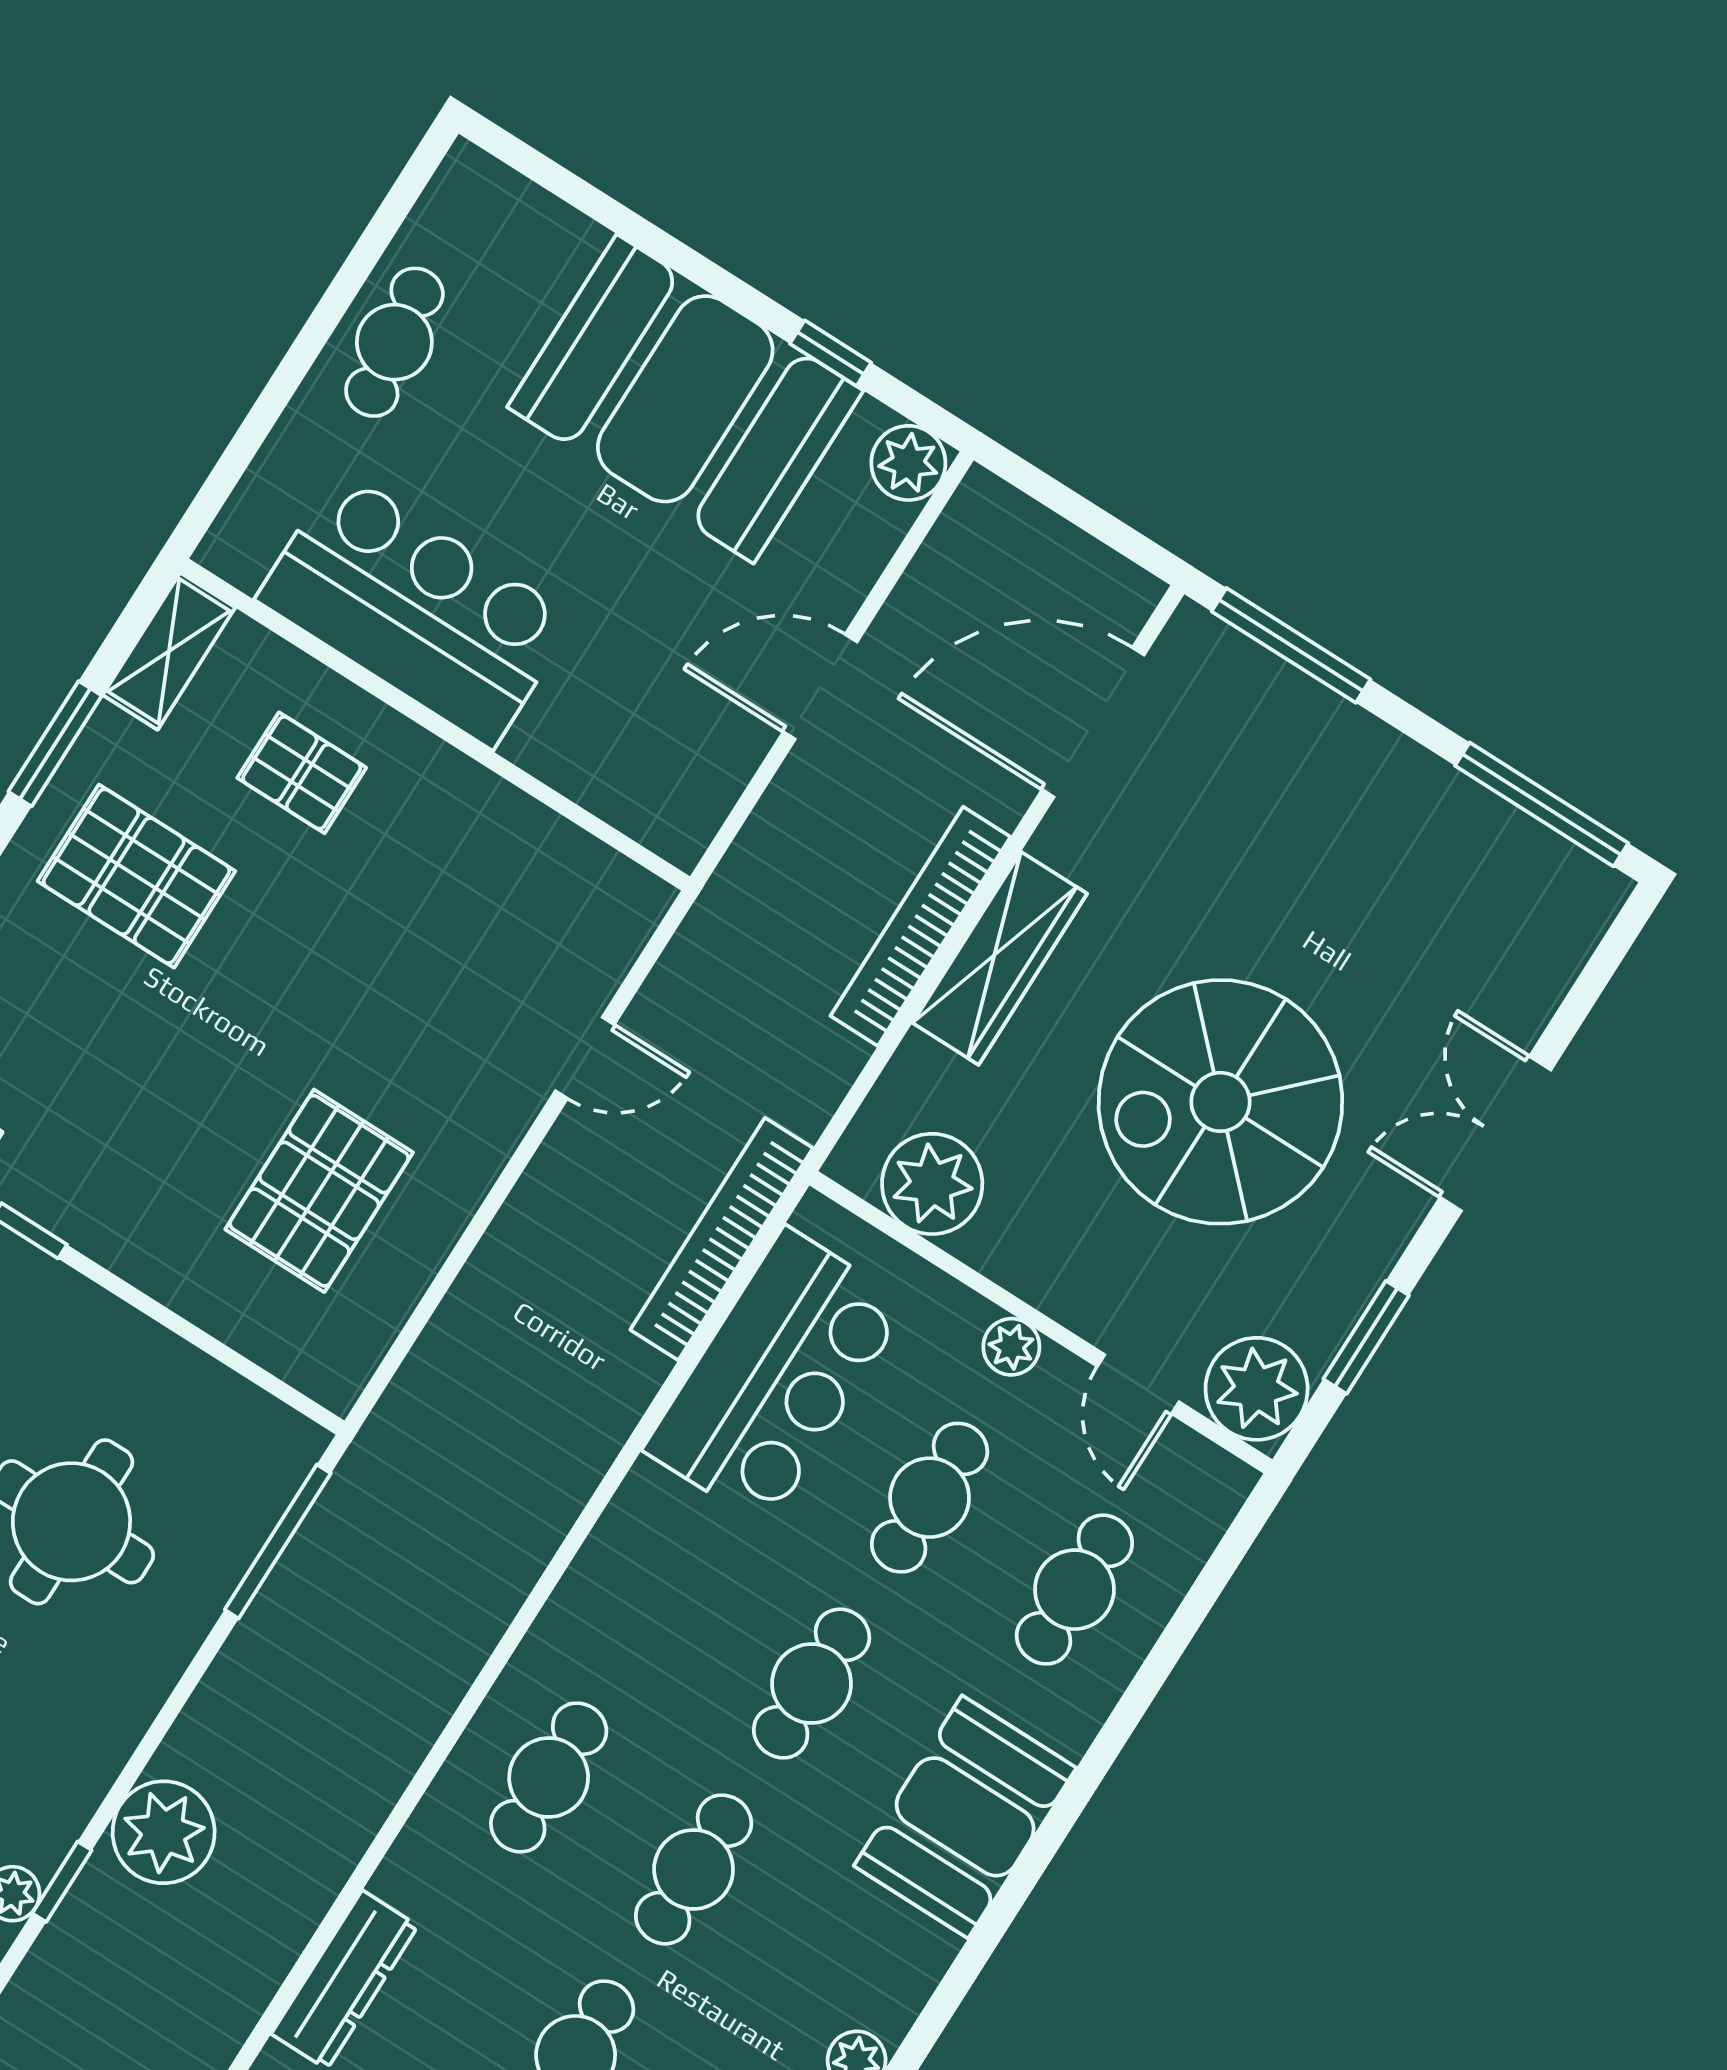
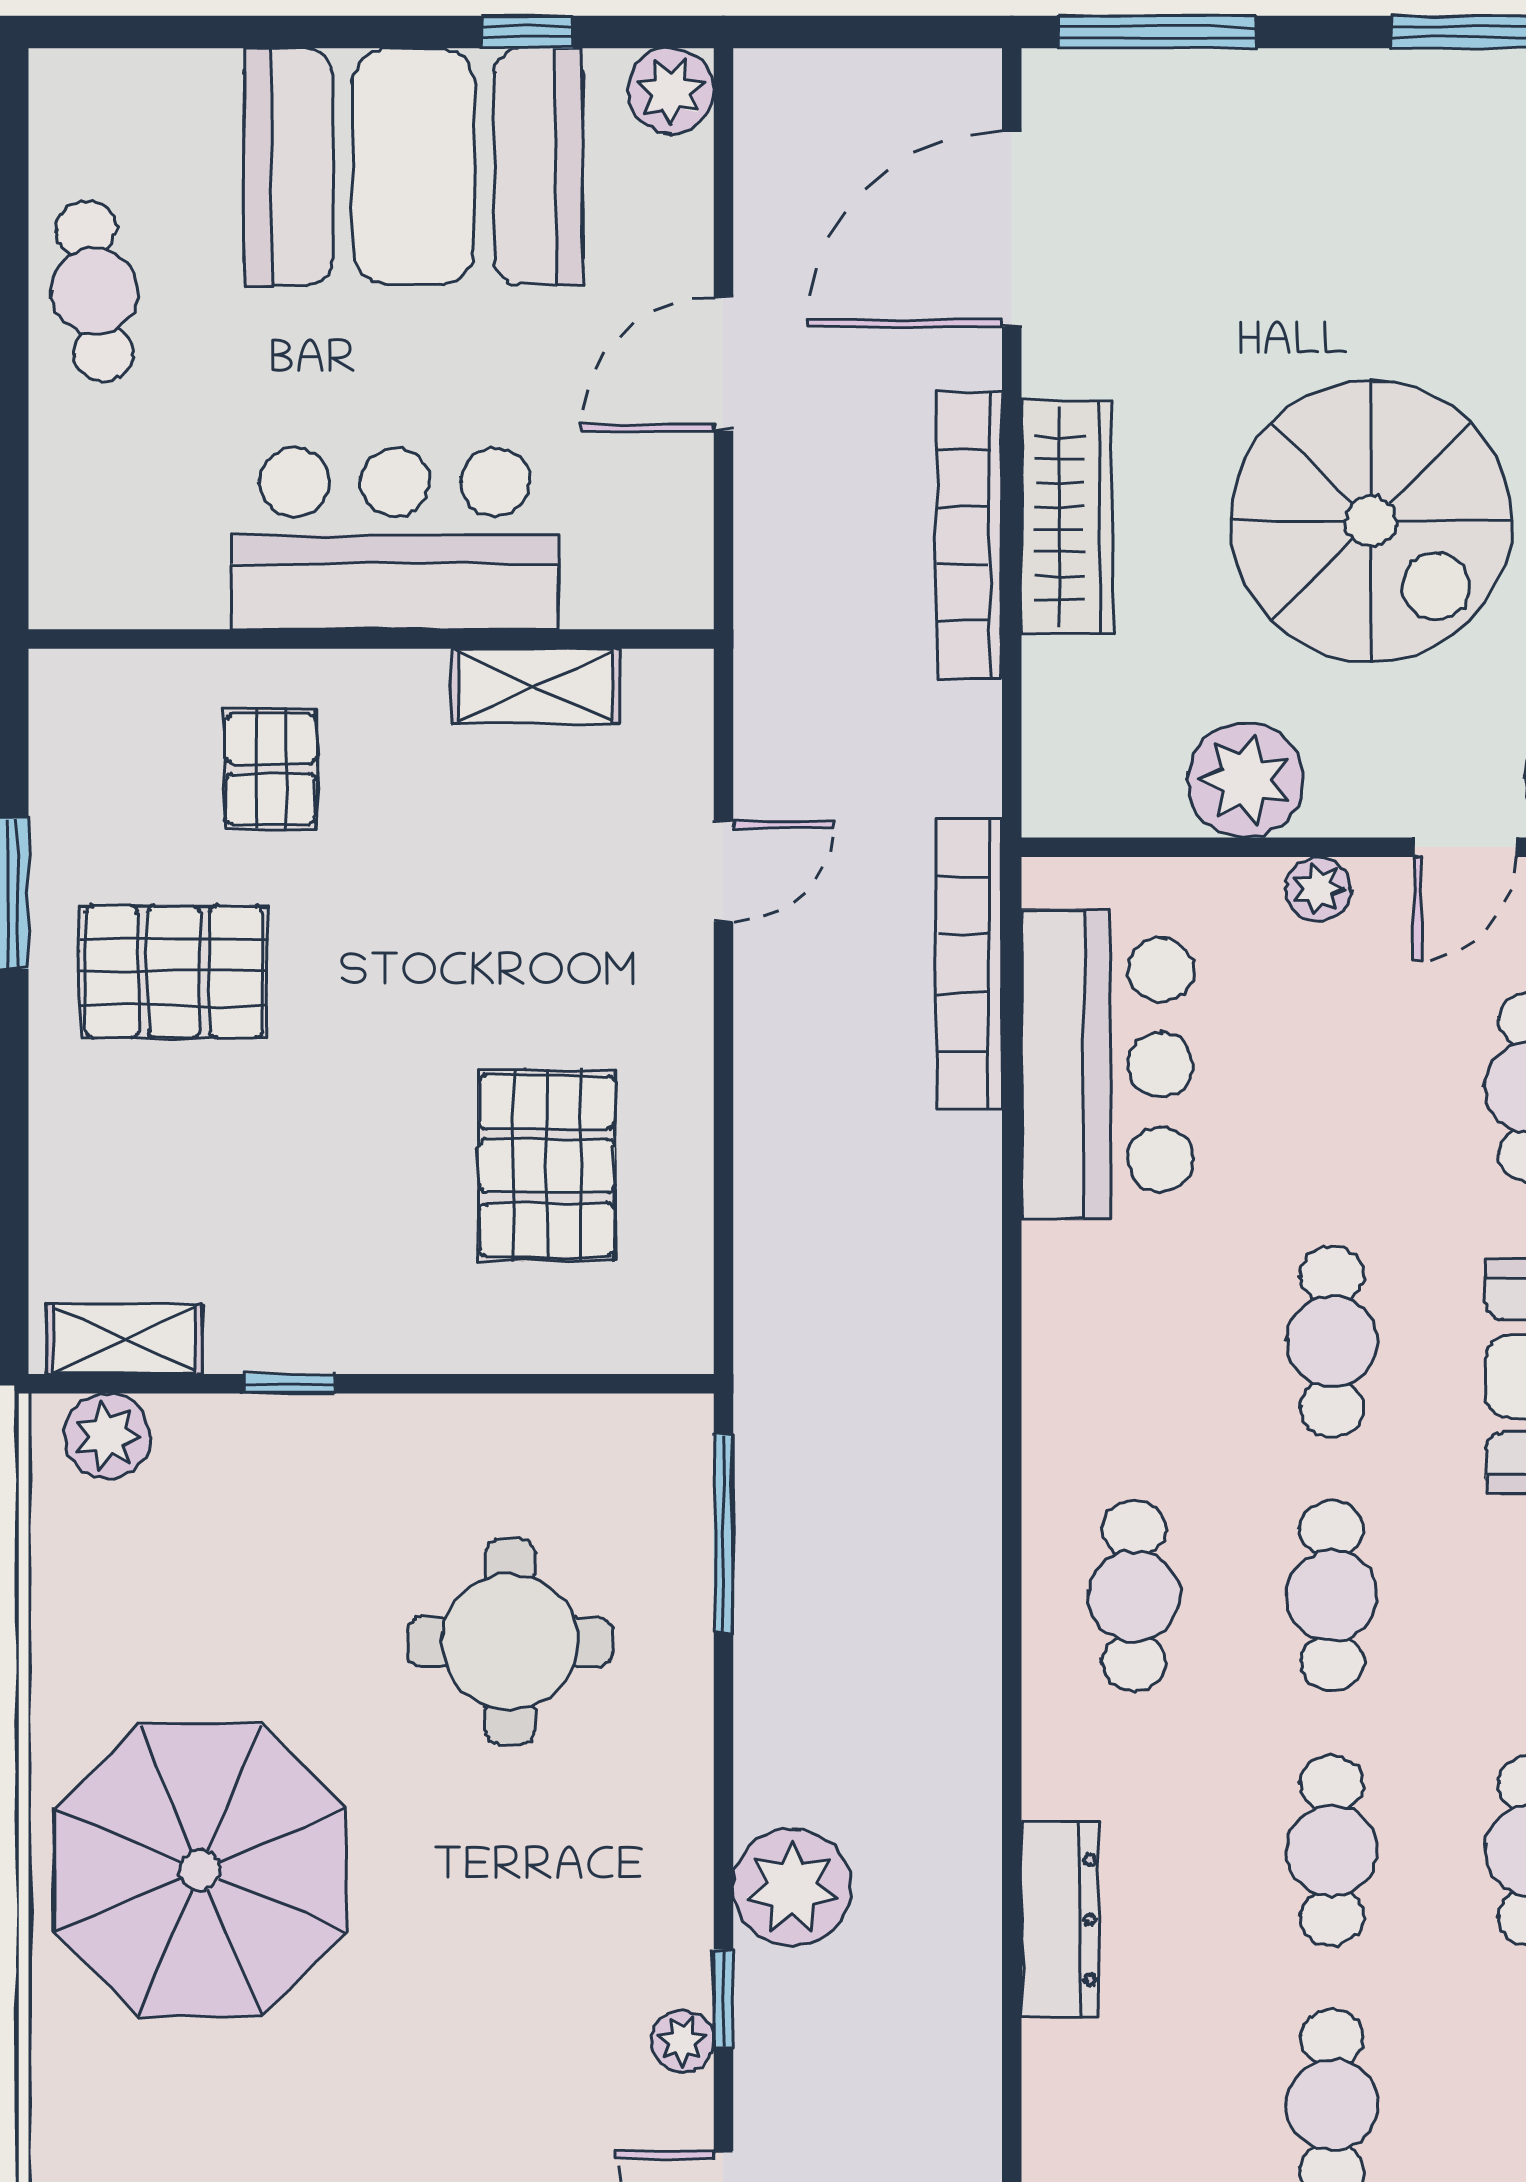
bar counter: (415, 609) -> (395, 539), moved
shelving: (169, 651) -> (535, 686), moved, turned 90
pallet: (302, 773) -> (271, 769), turned 90
spiral stairs: (1220, 1102) -> (1371, 521), turned -90
plant: (932, 1184) -> (1246, 780), moved
door: (1138, 1384) -> (1465, 847), hinge flipped
cafe table: (930, 1498) -> (1332, 1087), removed

